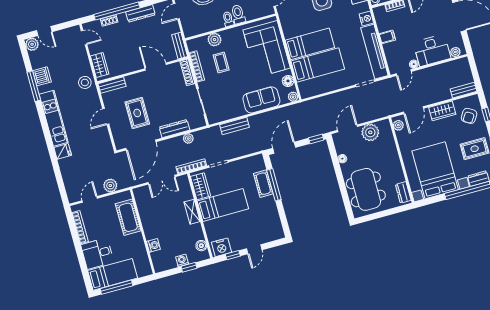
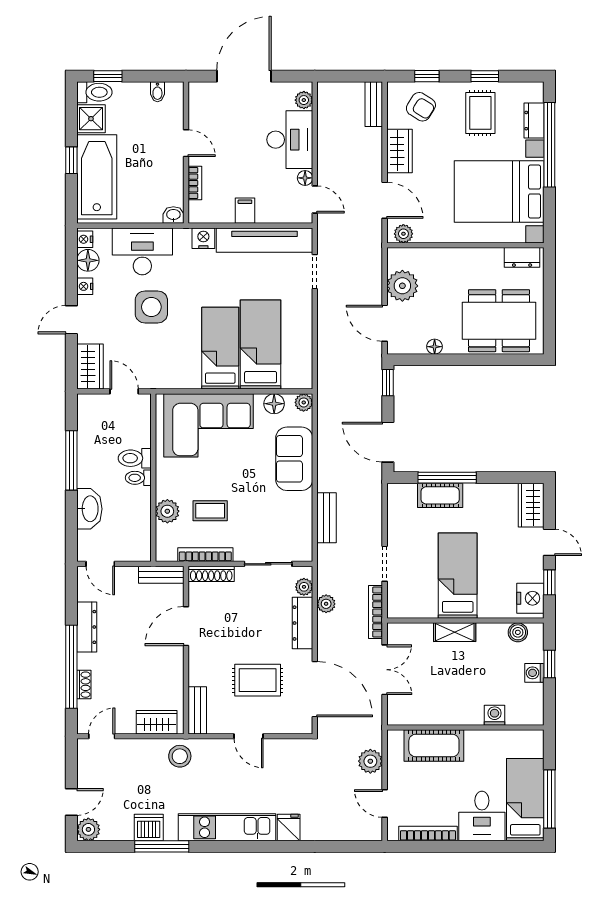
plant: (194, 124) -> (304, 587), added
wardrobe: (200, 186) -> (531, 505), moved, turned -90

